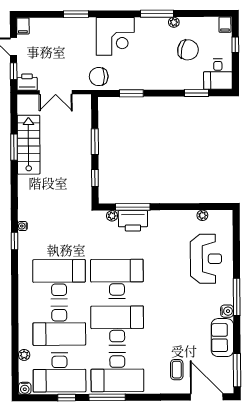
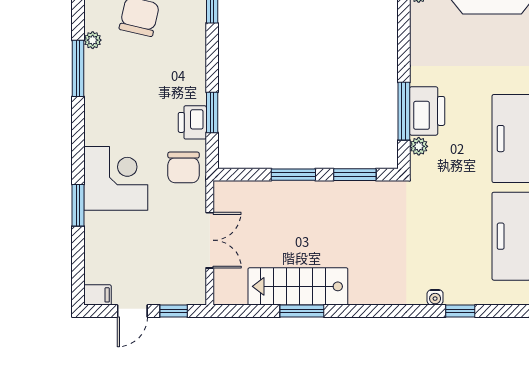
corner desk: (115, 36) -> (116, 178), moved
printer: (27, 82) -> (192, 122), moved
window: (95, 178) -> (355, 175), width x1.50

